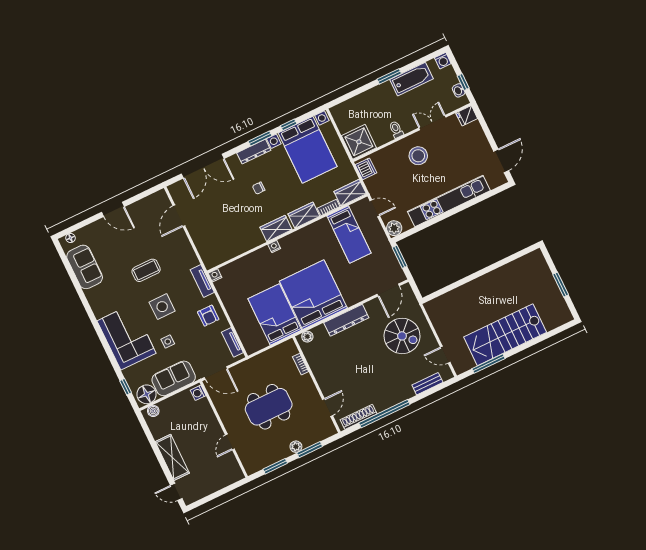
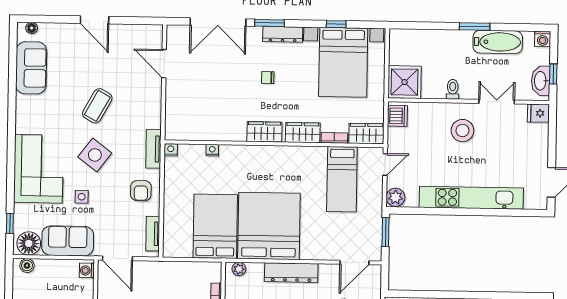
washbasin: (459, 90) -> (541, 81), width x1.91, depth x1.45
window: (260, 139) -> (270, 23), moved
door: (375, 208) -> (385, 164), hinge flipped
door: (179, 216) -> (164, 64), hinge flipped
nightstand: (274, 247) -> (212, 150), moved
coffee table: (146, 270) -> (97, 106), turned -61
side table: (162, 307) -> (95, 155), turned 37

